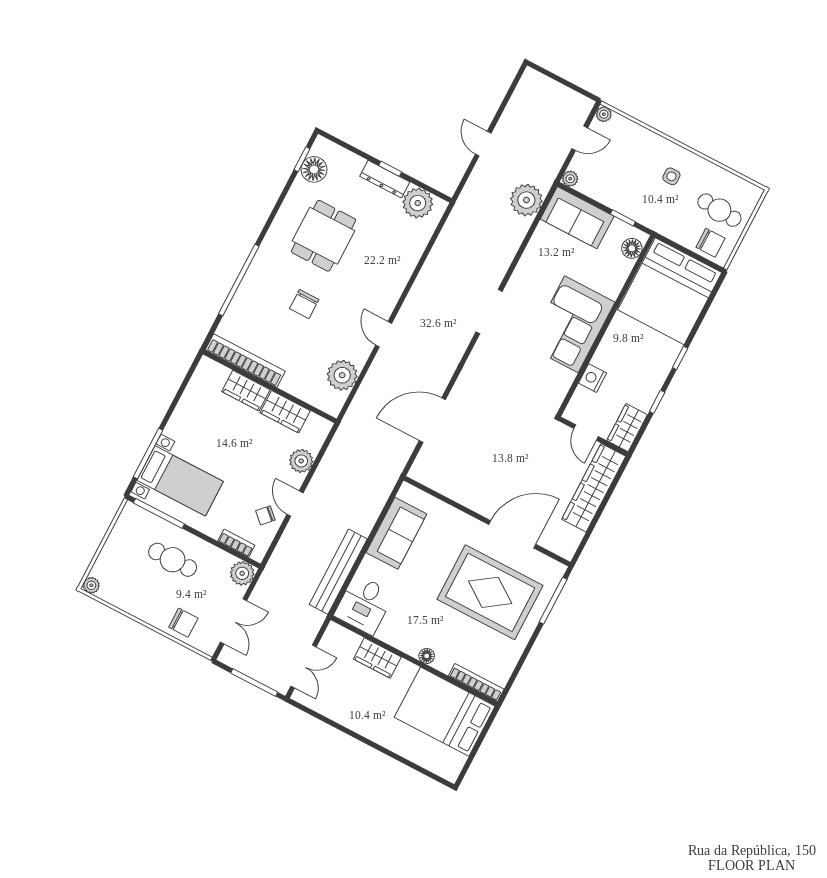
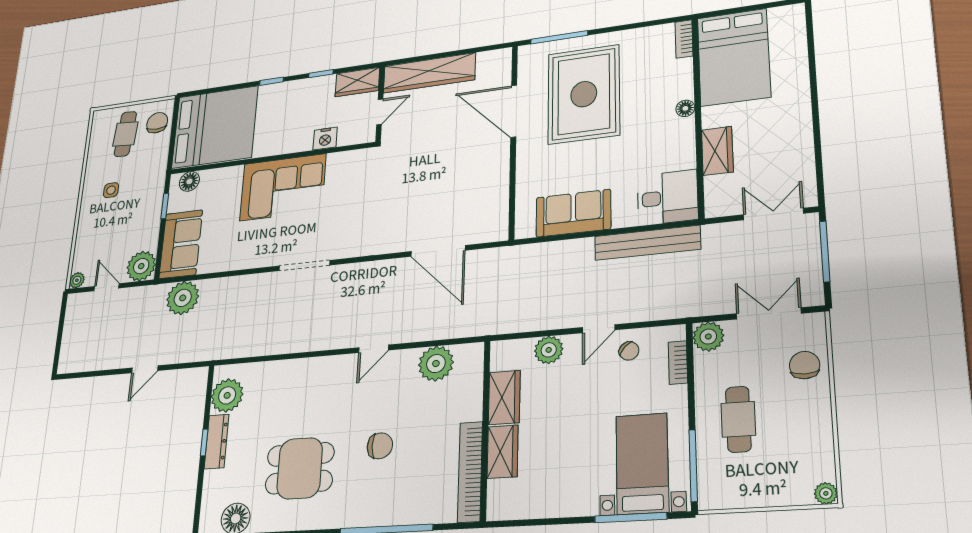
plant: (570, 179) -> (141, 266), width x1.88, depth x1.88
bookcase: (476, 683) -> (684, 39), width x0.64

